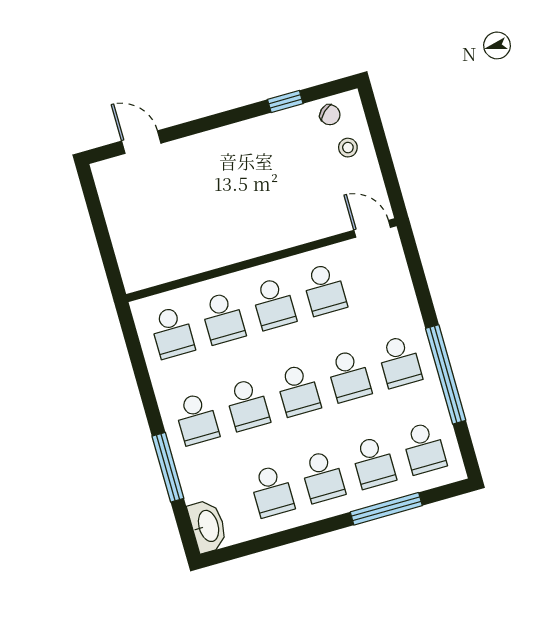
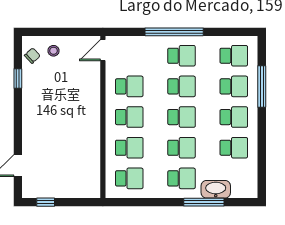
window: (94, 205) -> (46, 202), added
window: (446, 374) -> (174, 32), moved
washbasin: (208, 526) -> (216, 189), moved

